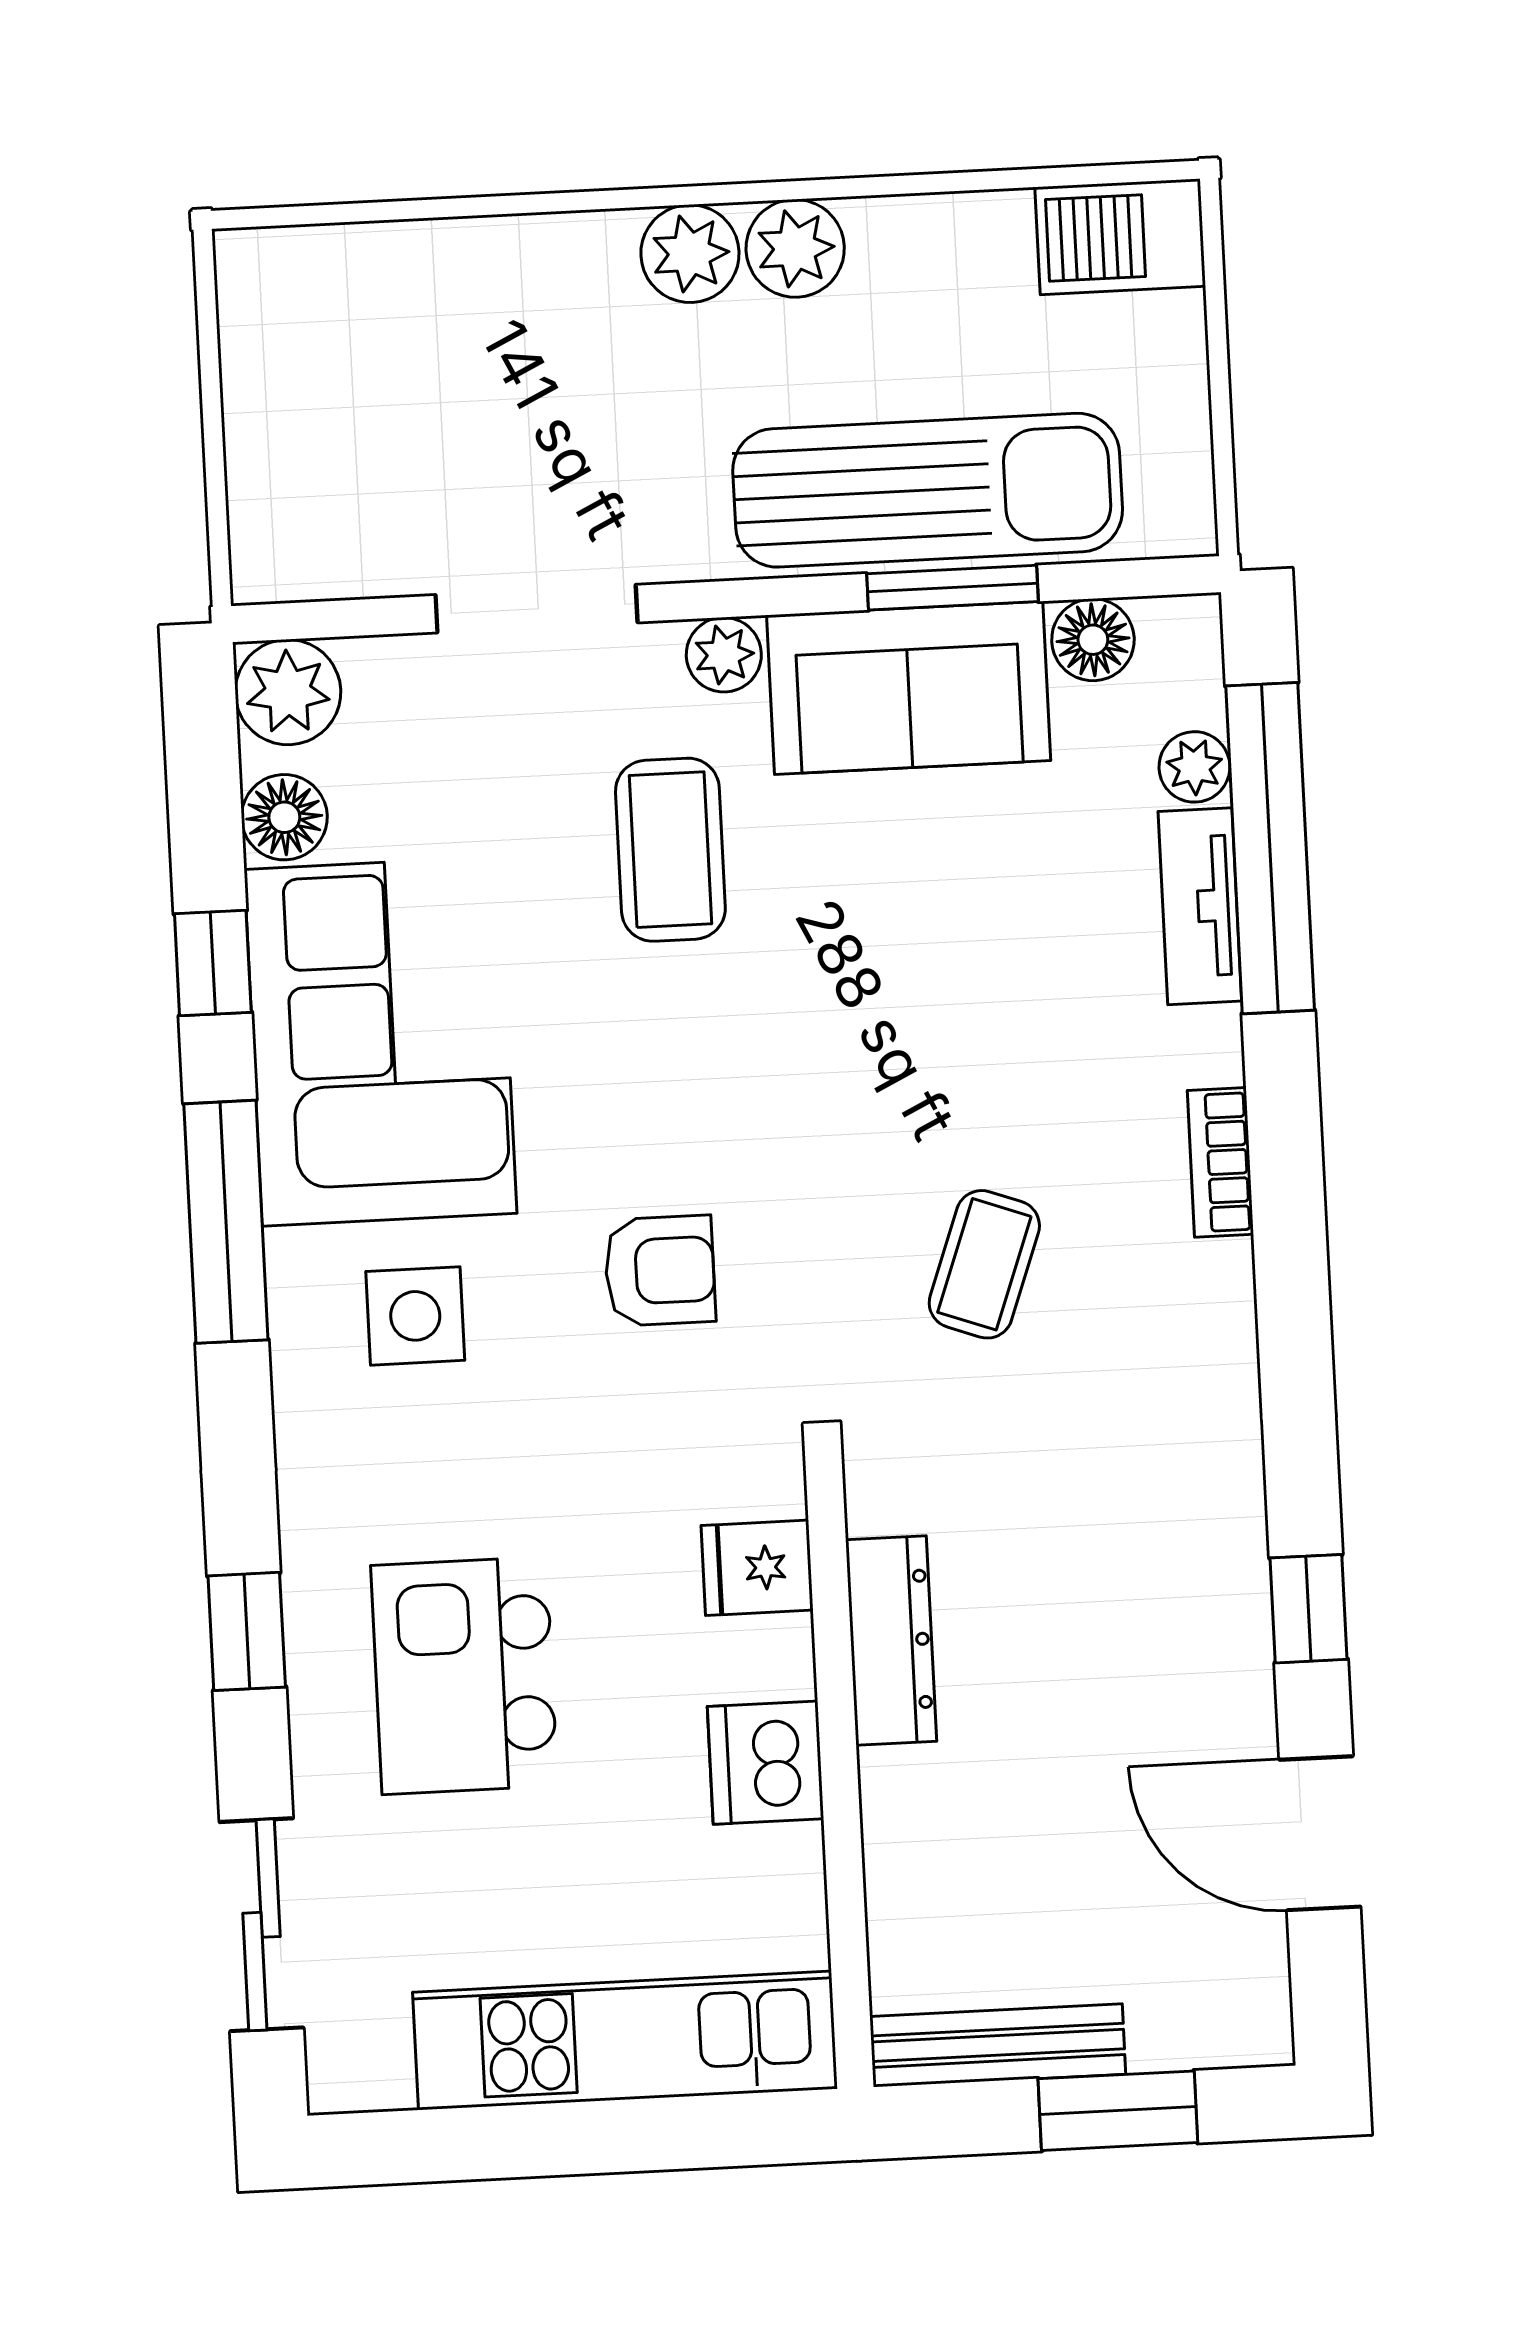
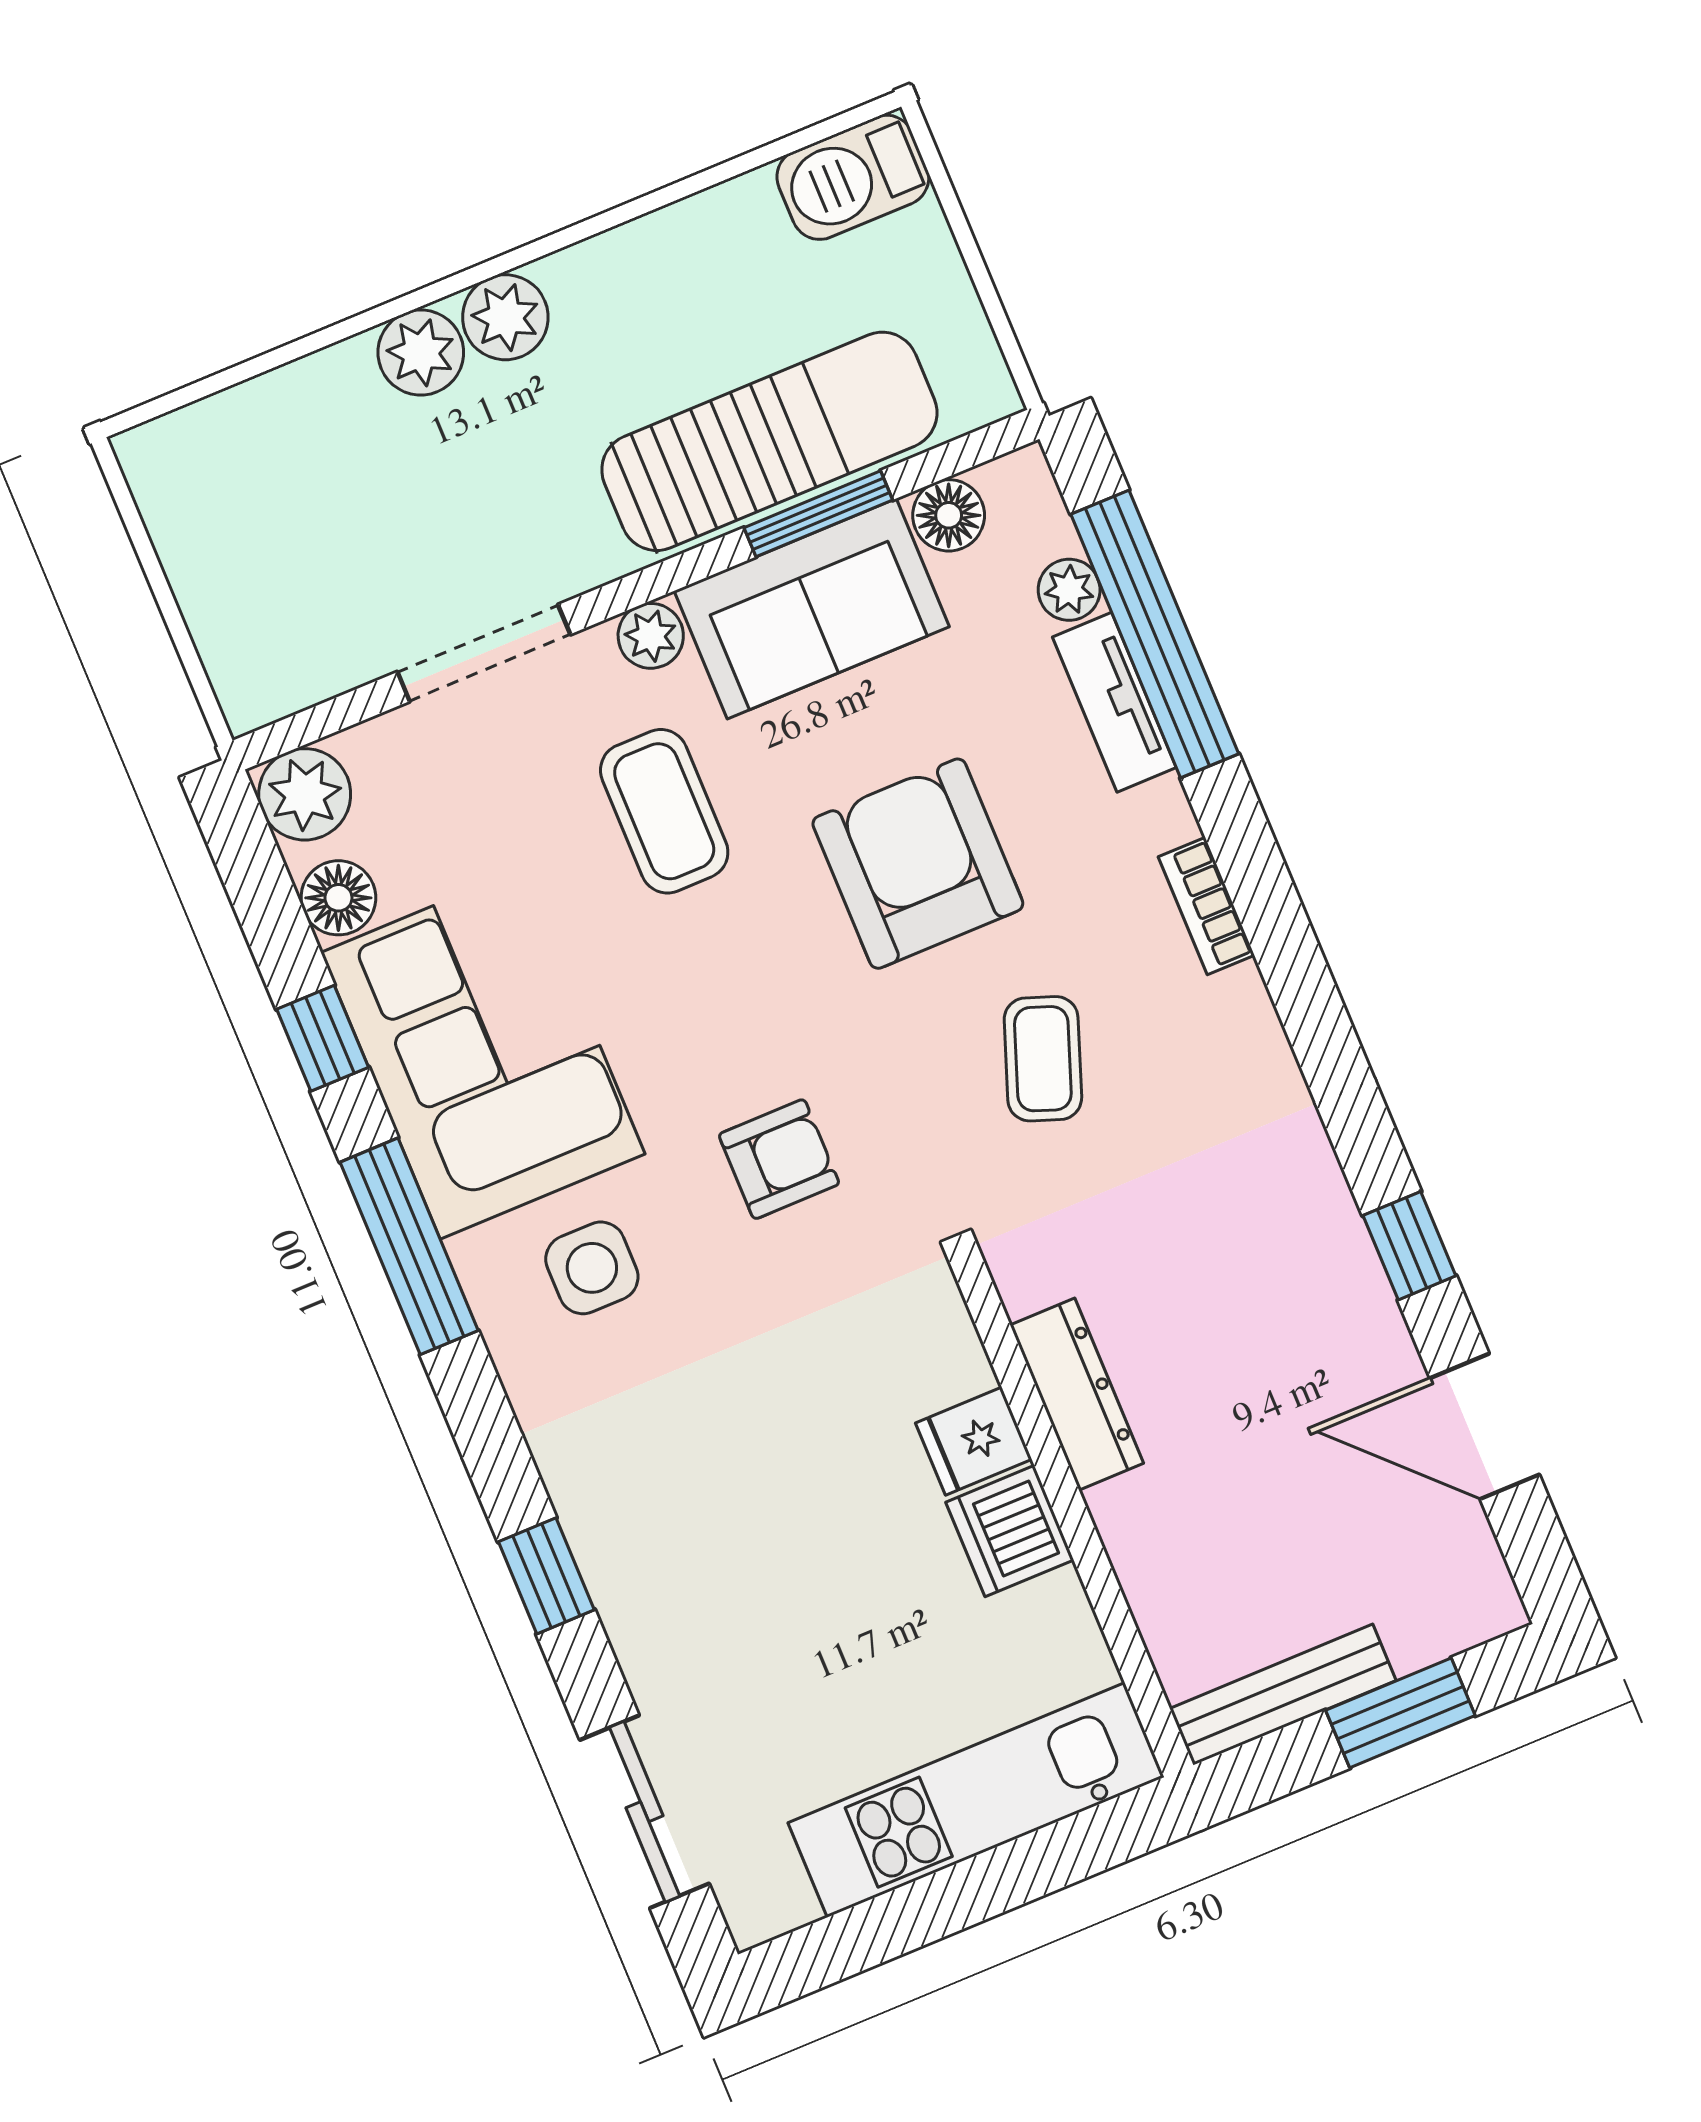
plant: (795, 248) -> (421, 353), moved
armchair: (925, 1005) -> (918, 864), added
fridge: (757, 1568) -> (974, 1441), moved
kitchen island: (464, 1676) -> (737, 1548), removed

